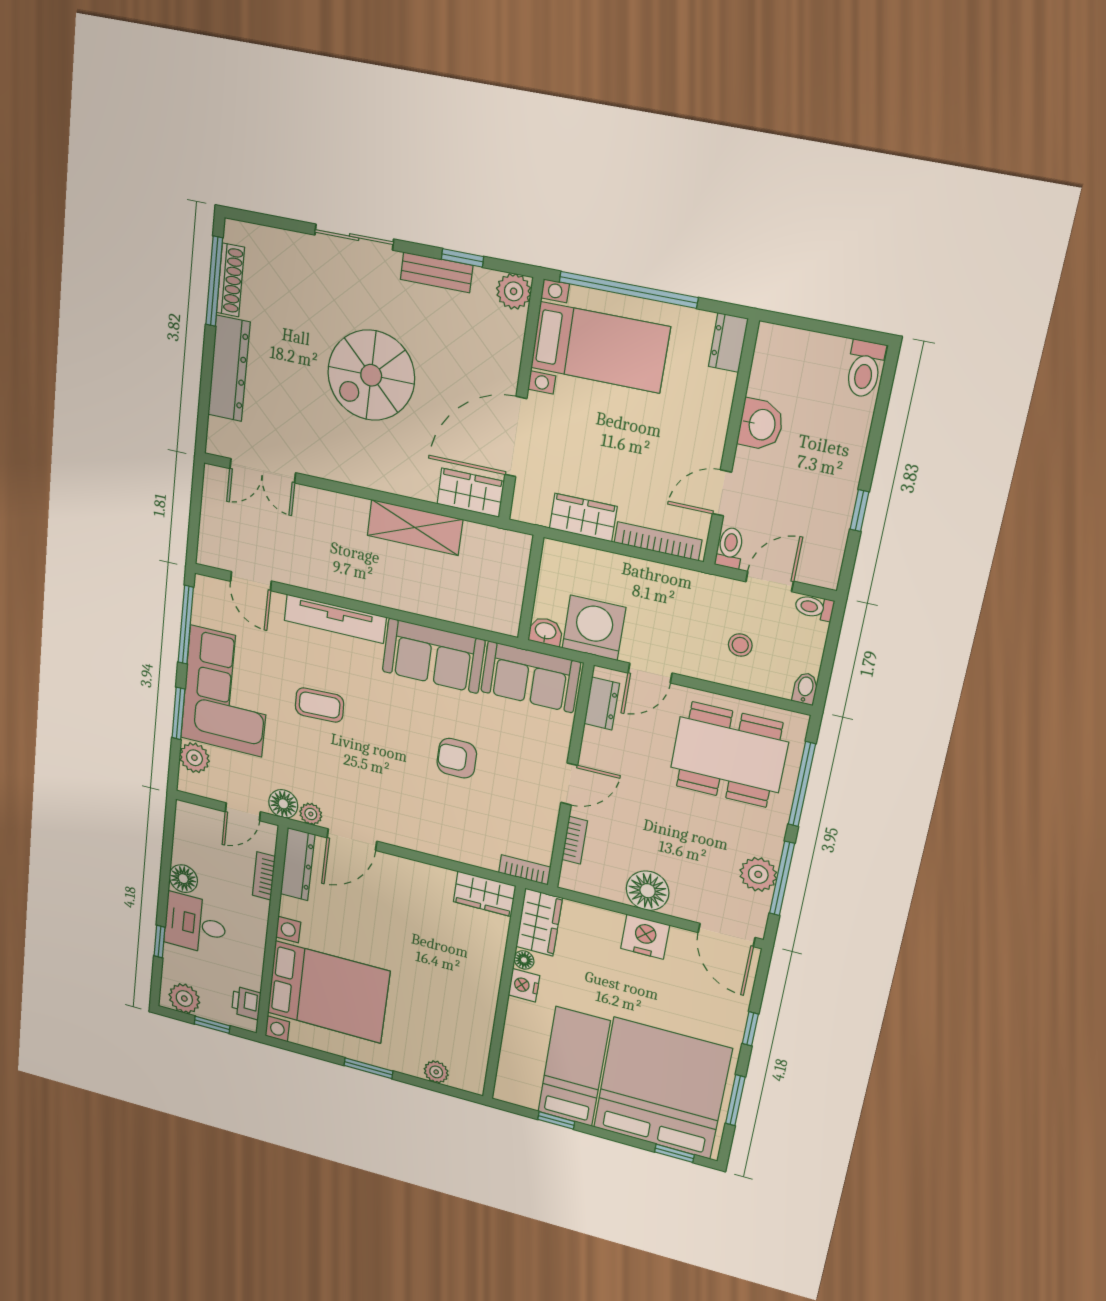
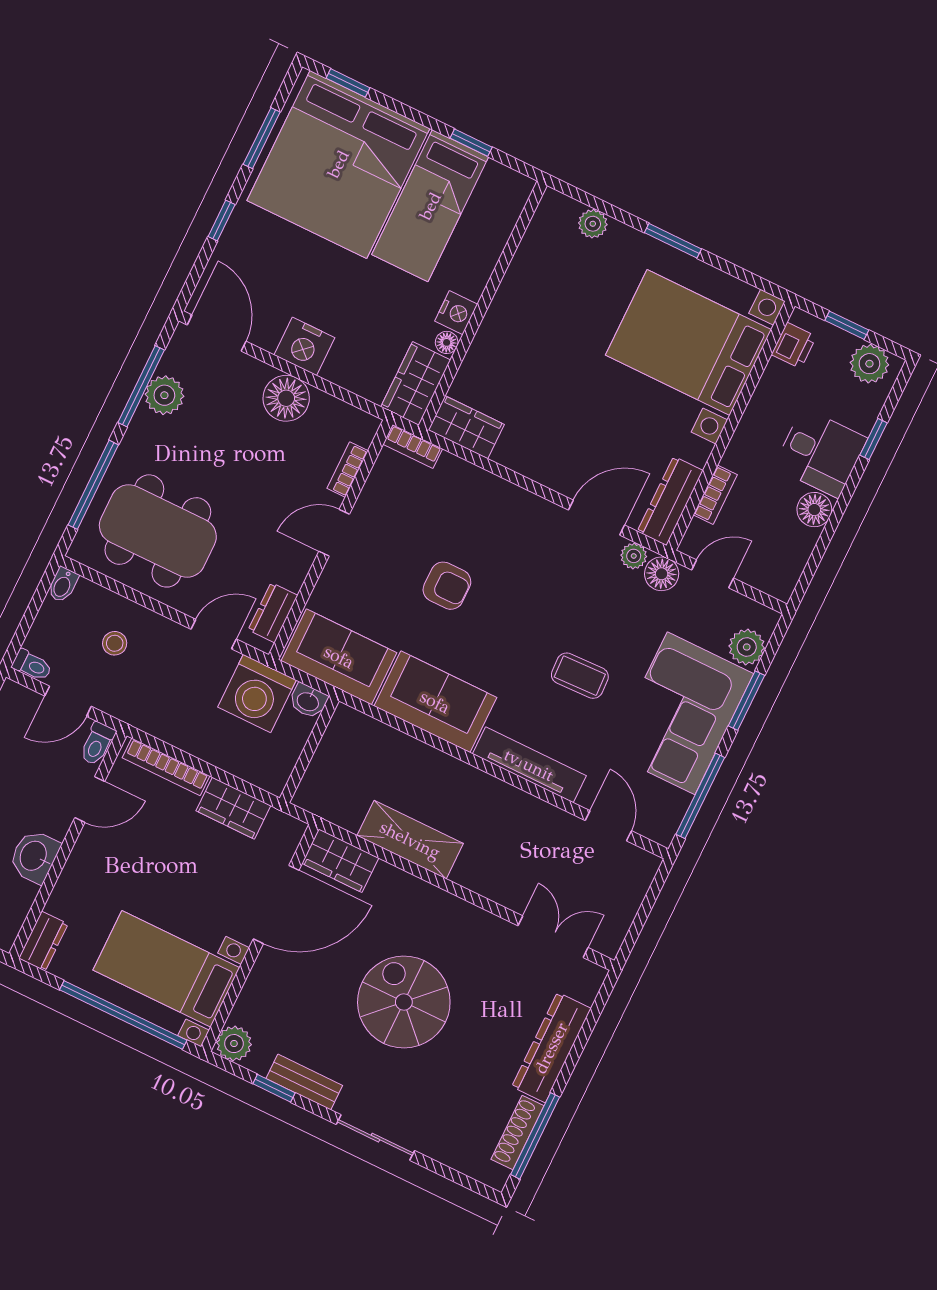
spiral stairs: (371, 375) -> (404, 1002), turned -90

